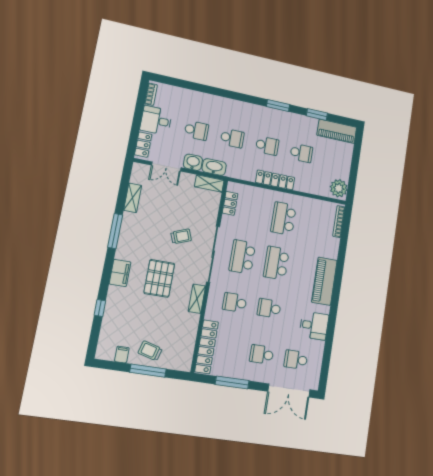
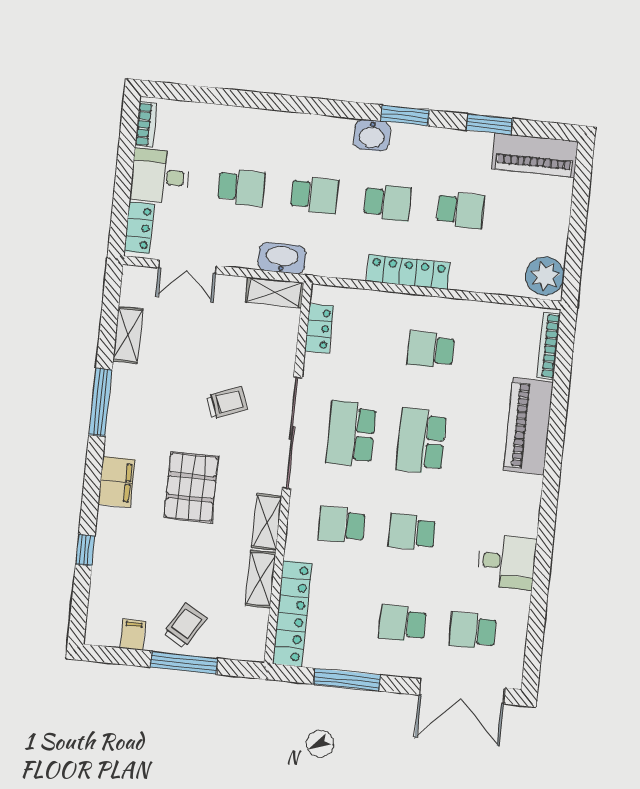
washbasin: (193, 162) -> (372, 135), moved, turned 180
school desk: (284, 219) -> (431, 350), width x0.54
piano: (324, 281) -> (528, 426), moved
shelving: (192, 328) -> (260, 579), added
trolley: (150, 351) -> (185, 626), turned 105

